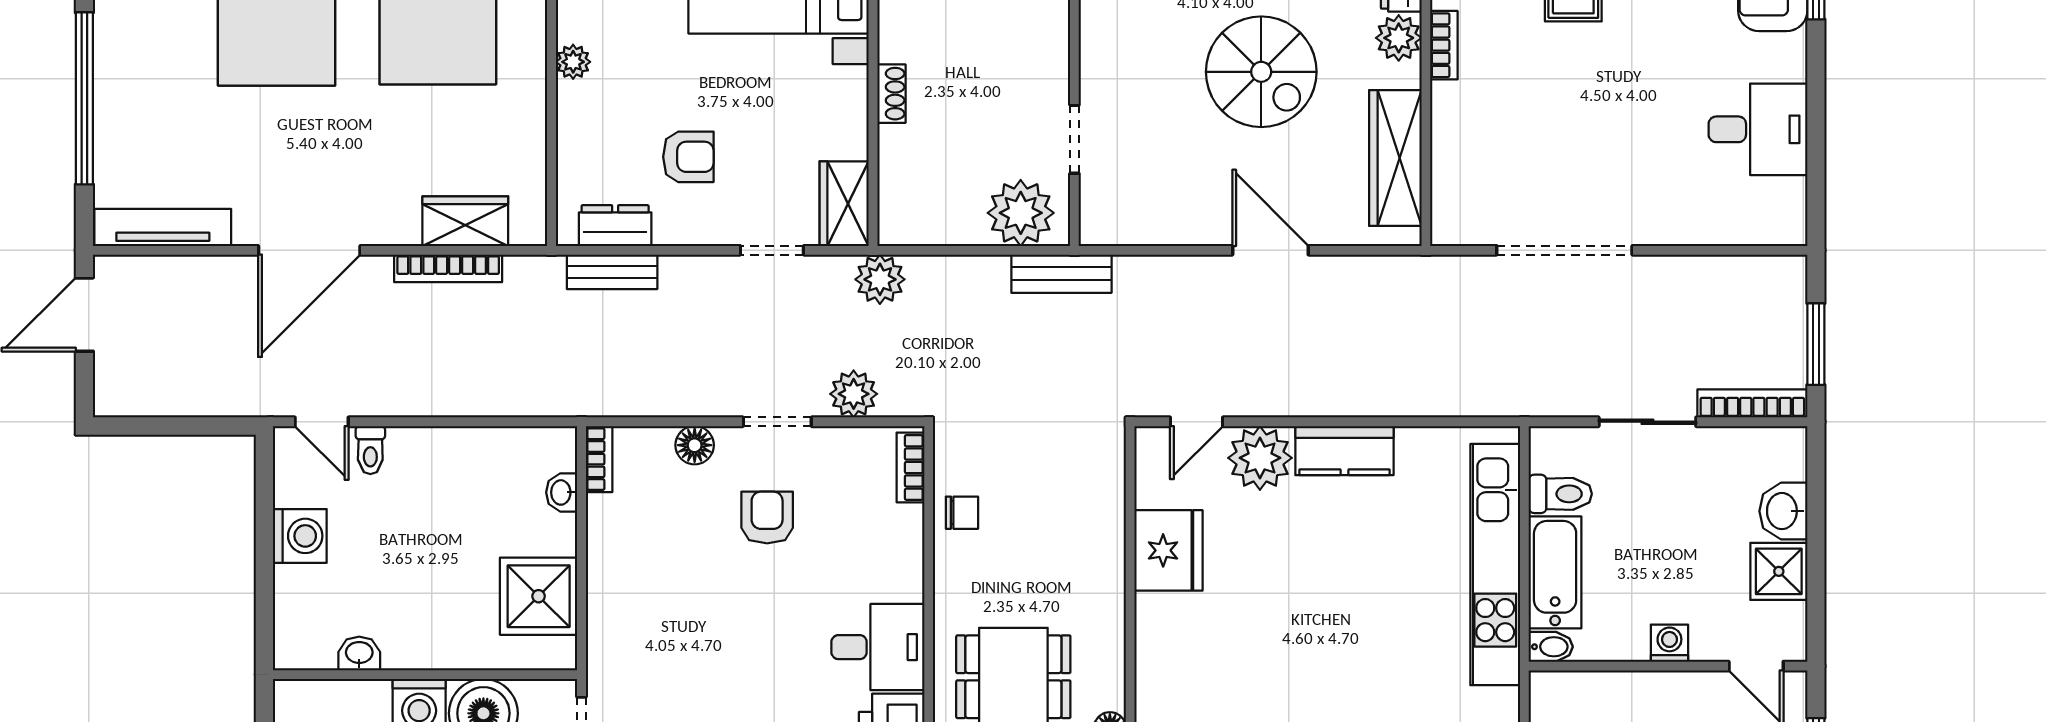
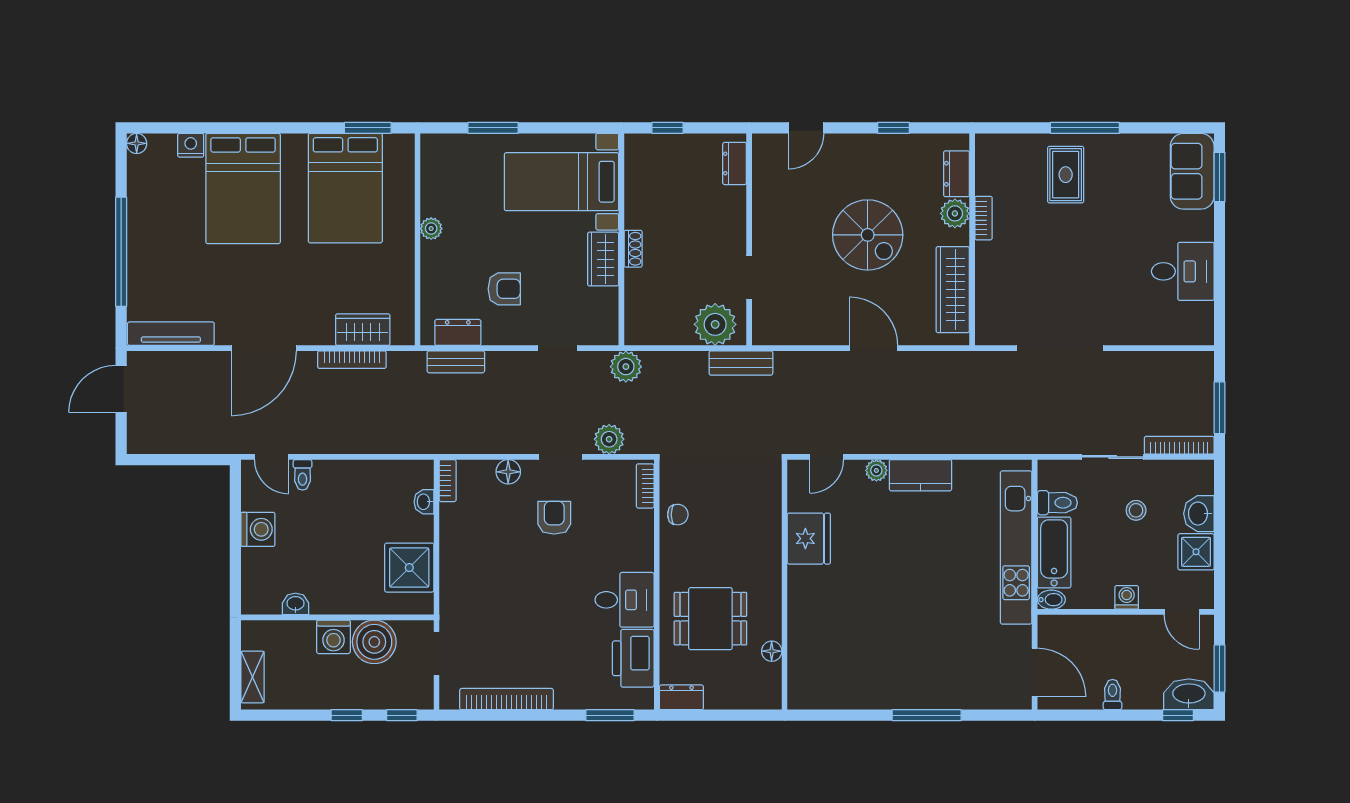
wardrobe: (844, 204) -> (603, 259), moved
plant: (1260, 458) -> (876, 470), width x0.53, depth x0.53
stool: (1684, 506) -> (1136, 510), added

